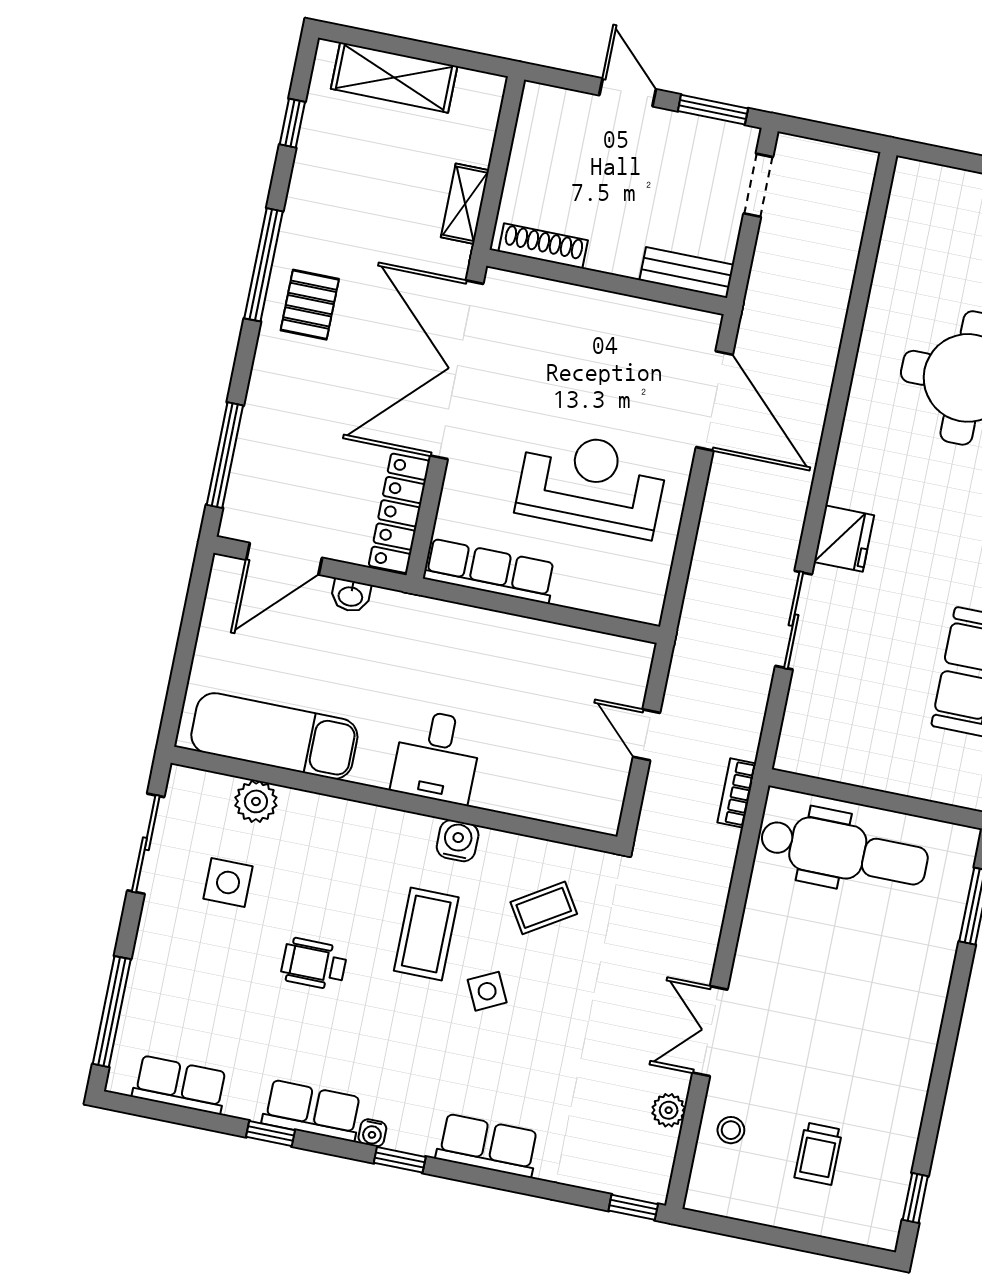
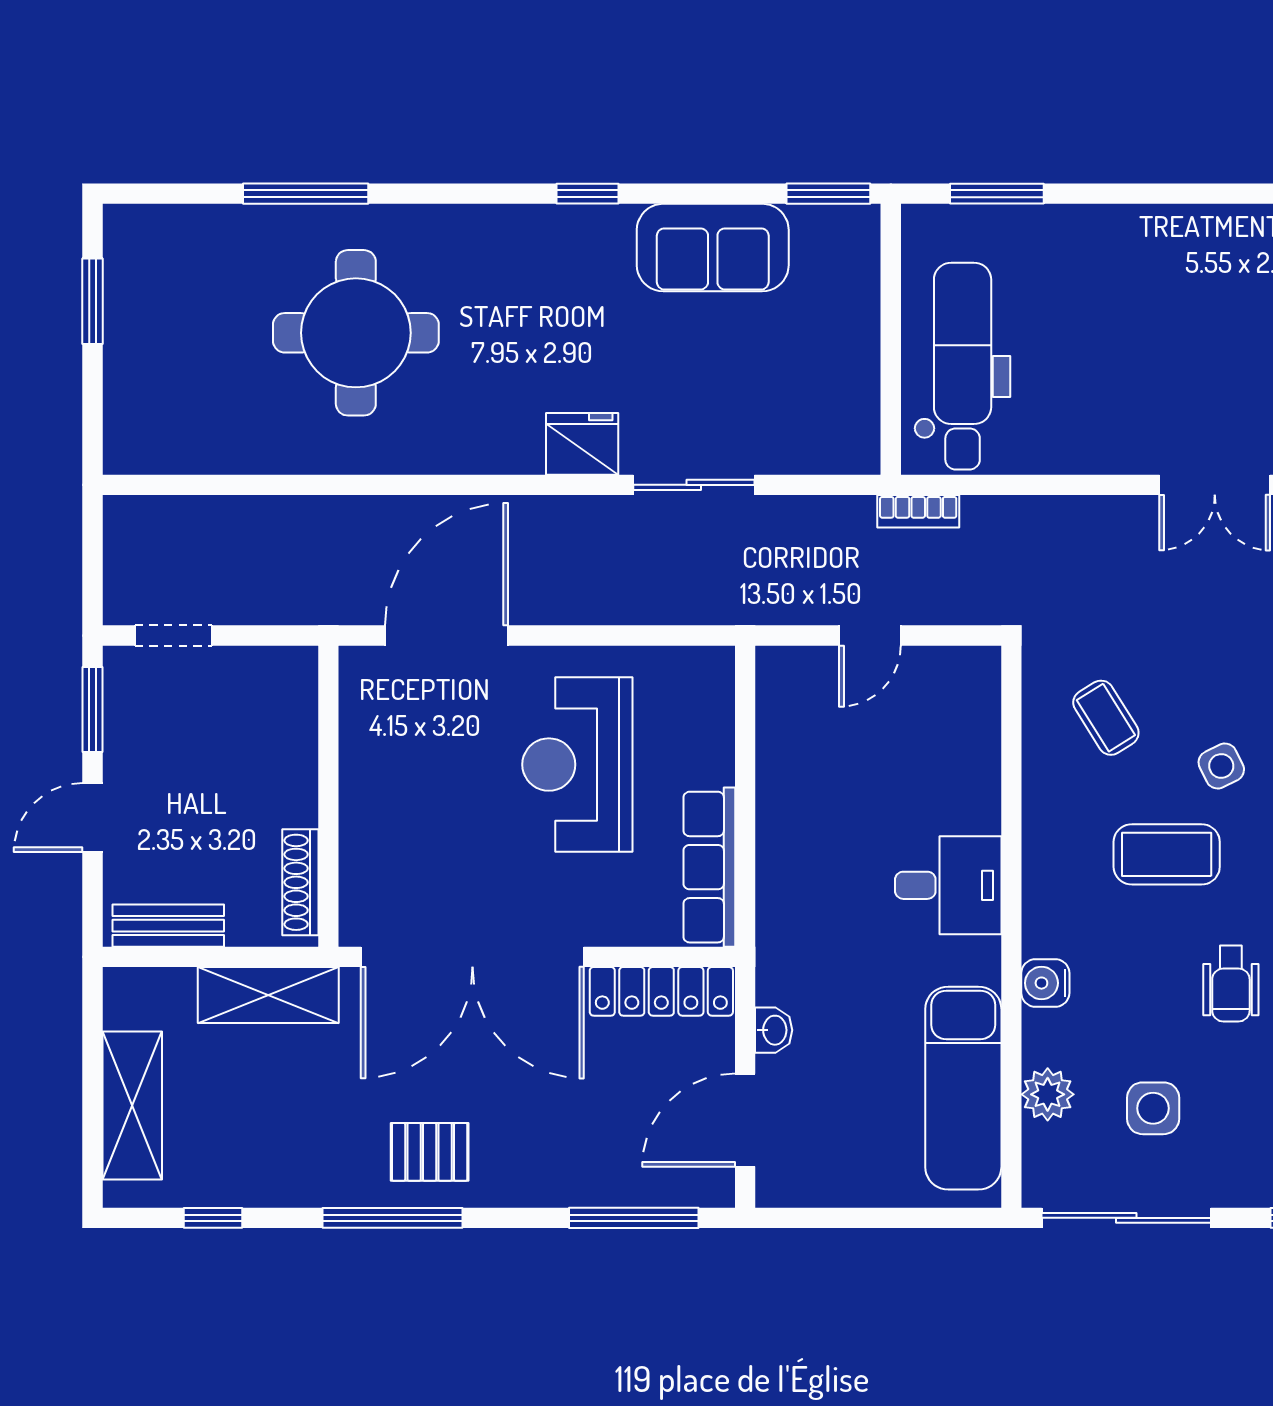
shelving: (465, 204) -> (268, 995), width x1.50, depth x1.33
bench: (687, 273) -> (168, 926), moved, turned 90
door: (284, 559) -> (745, 1120), swing flipped
water cooler: (458, 841) -> (1045, 983), moved
sliding door: (146, 844) -> (1126, 1218), width x1.37

